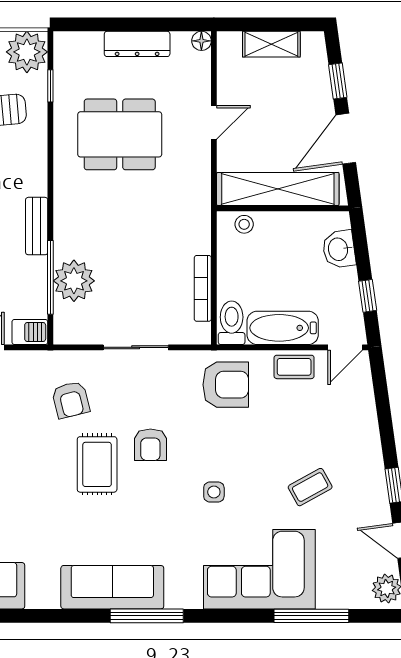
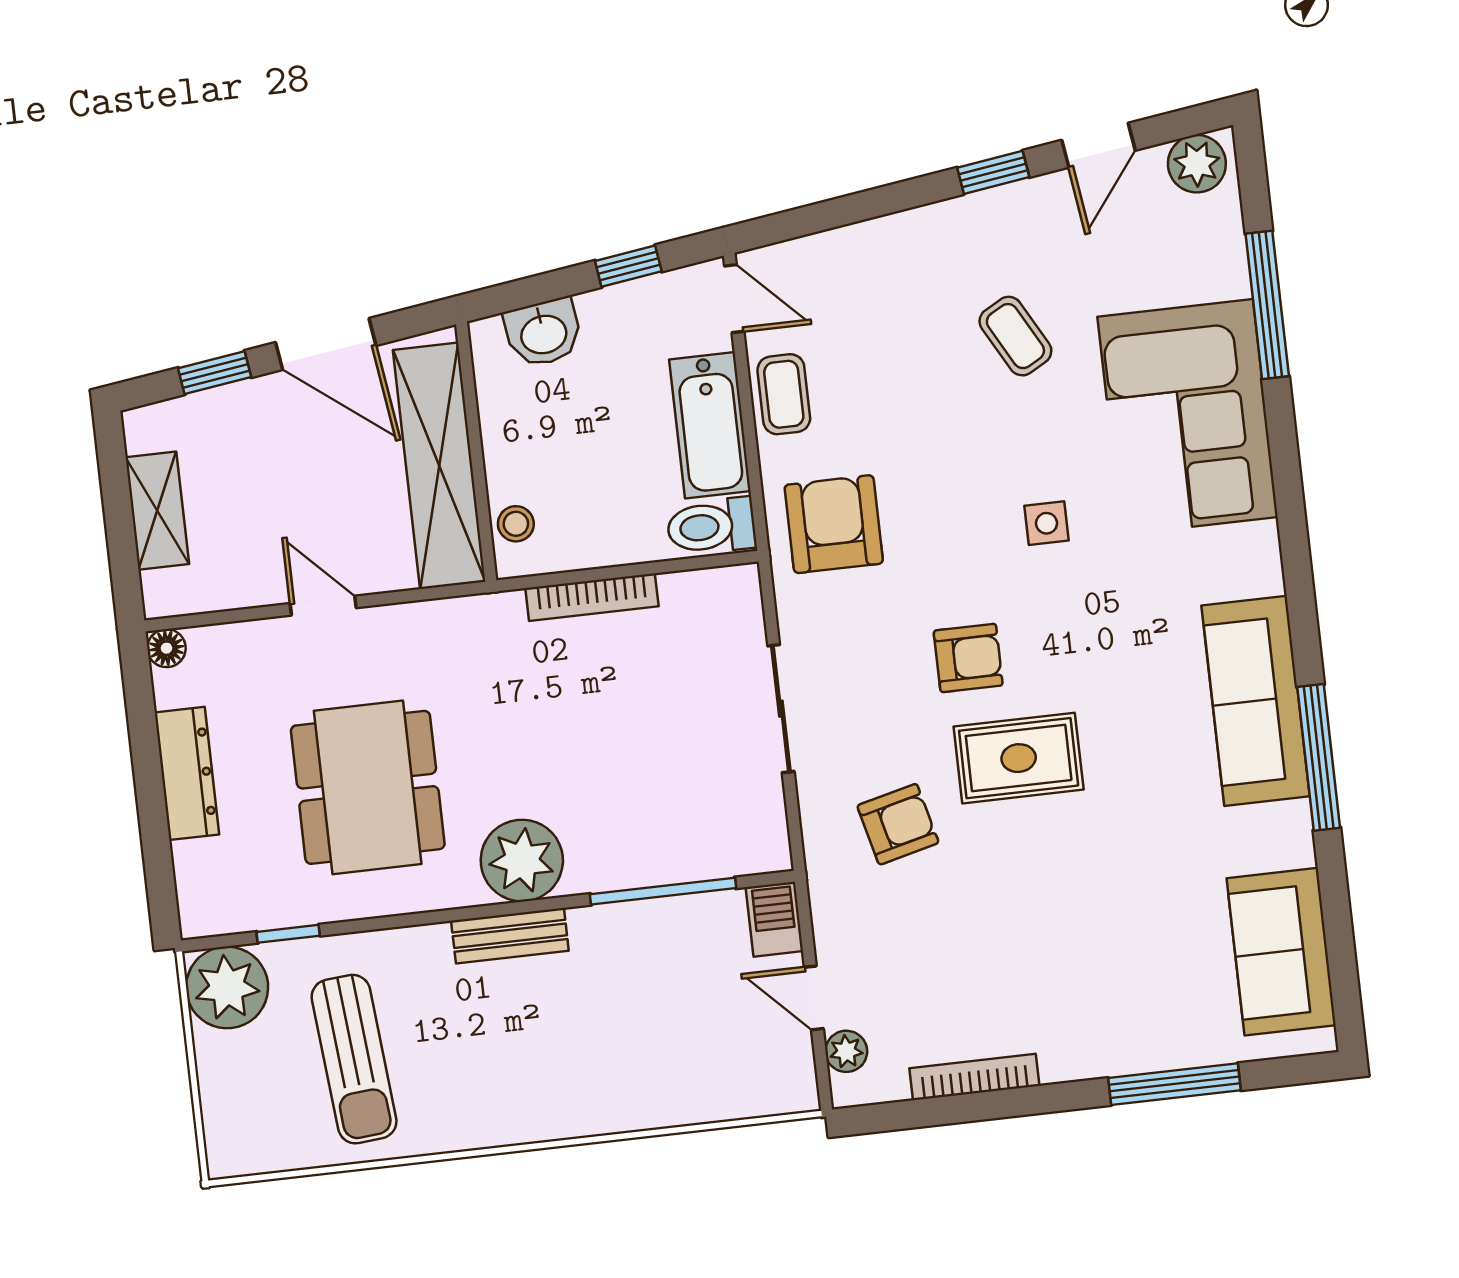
bench: (37, 226) -> (510, 936), moved
plant: (74, 281) -> (522, 861), moved
bookcase: (203, 288) -> (592, 597), moved
window: (147, 616) -> (1319, 757), moved

